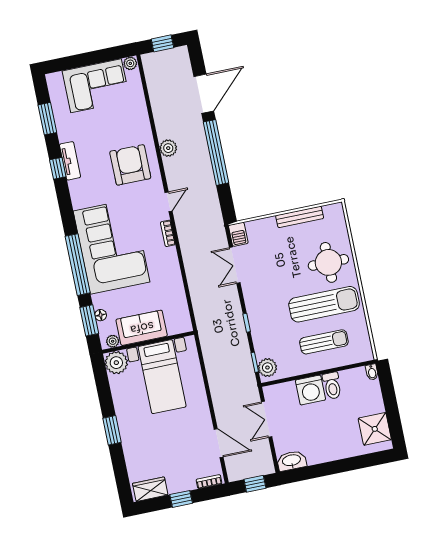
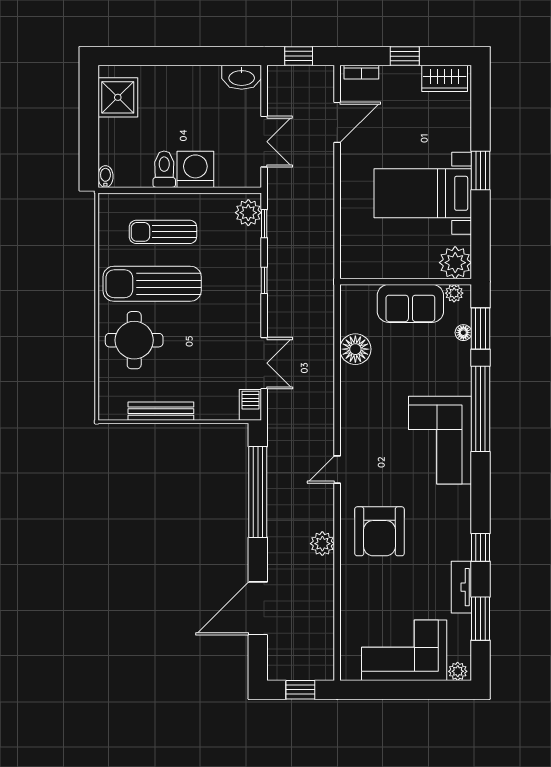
plant: (130, 63) -> (458, 671), moved
window: (216, 152) -> (258, 492), moved
tv unit: (70, 161) -> (461, 587), moved
bookcase: (168, 233) -> (347, 426), removed
corner sofa: (111, 246) -> (440, 440), width x0.73, depth x0.74
floor lamp: (173, 288) -> (355, 349), added
bed with nightstands: (162, 377) -> (423, 193), moved, turned -90
door: (219, 443) -> (337, 122), swing flipped

